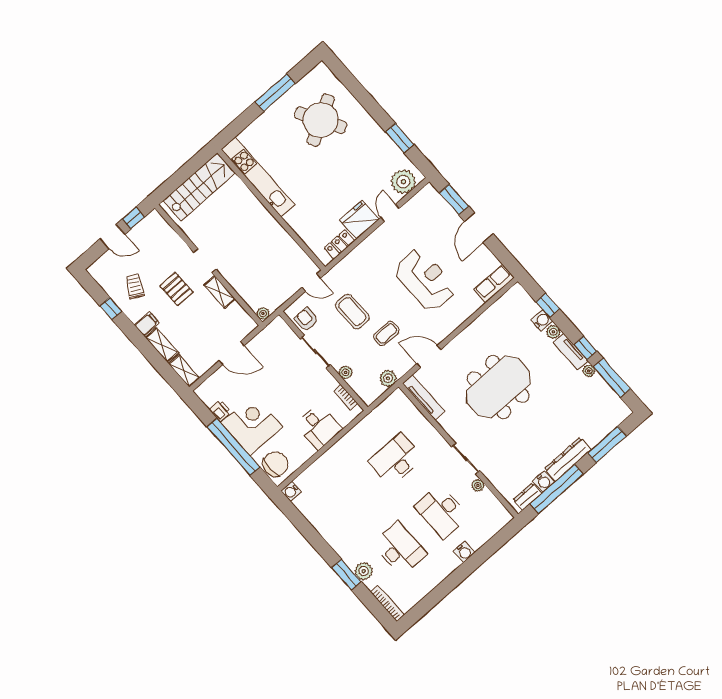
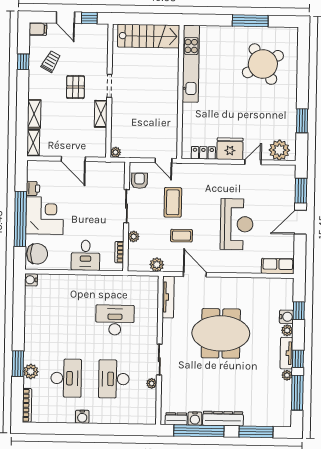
filing cabinet: (147, 324) -> (38, 29), moved
water cooler: (464, 552) -> (82, 417), moved

